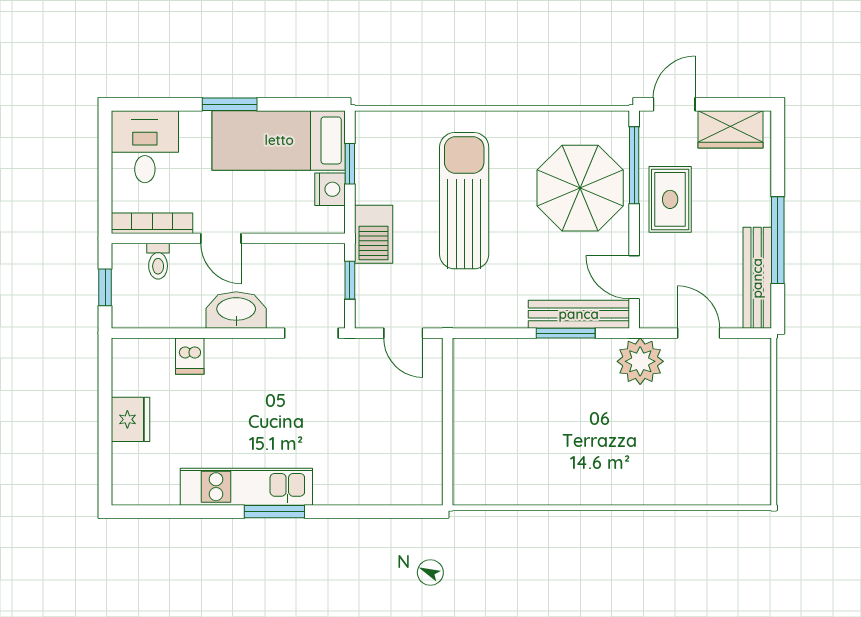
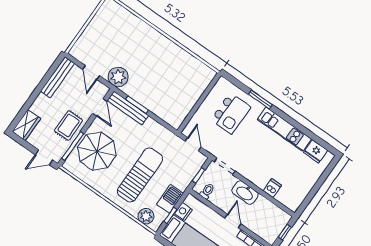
plant: (396, 129) -> (146, 216), added
wardrobe: (730, 129) -> (26, 125), moved, turned 90
sun lounger: (464, 201) -> (140, 175), turned 180
barbecue: (374, 234) -> (170, 199), moved
window: (778, 240) -> (41, 85), removed
toilet: (158, 261) -> (207, 191), moved
fridge: (130, 419) -> (316, 151), moved, turned -90
kitchen island: (372, 444) -> (231, 113), added
window: (274, 512) -> (260, 99), moved

